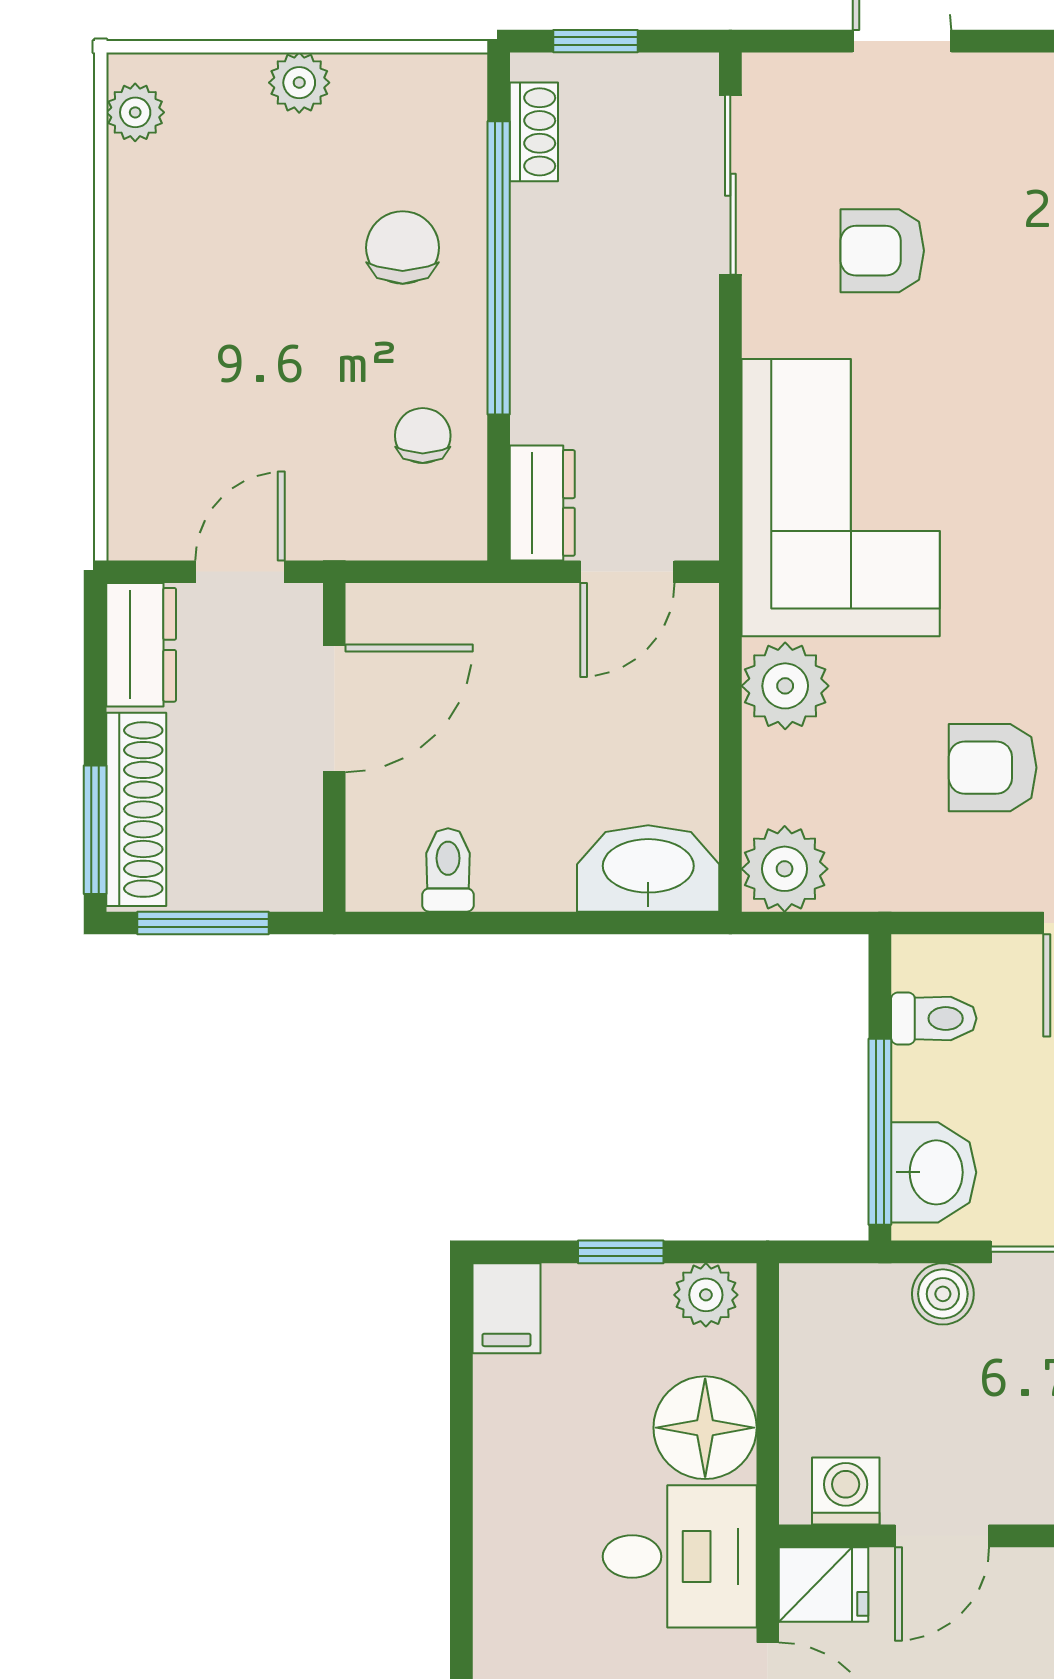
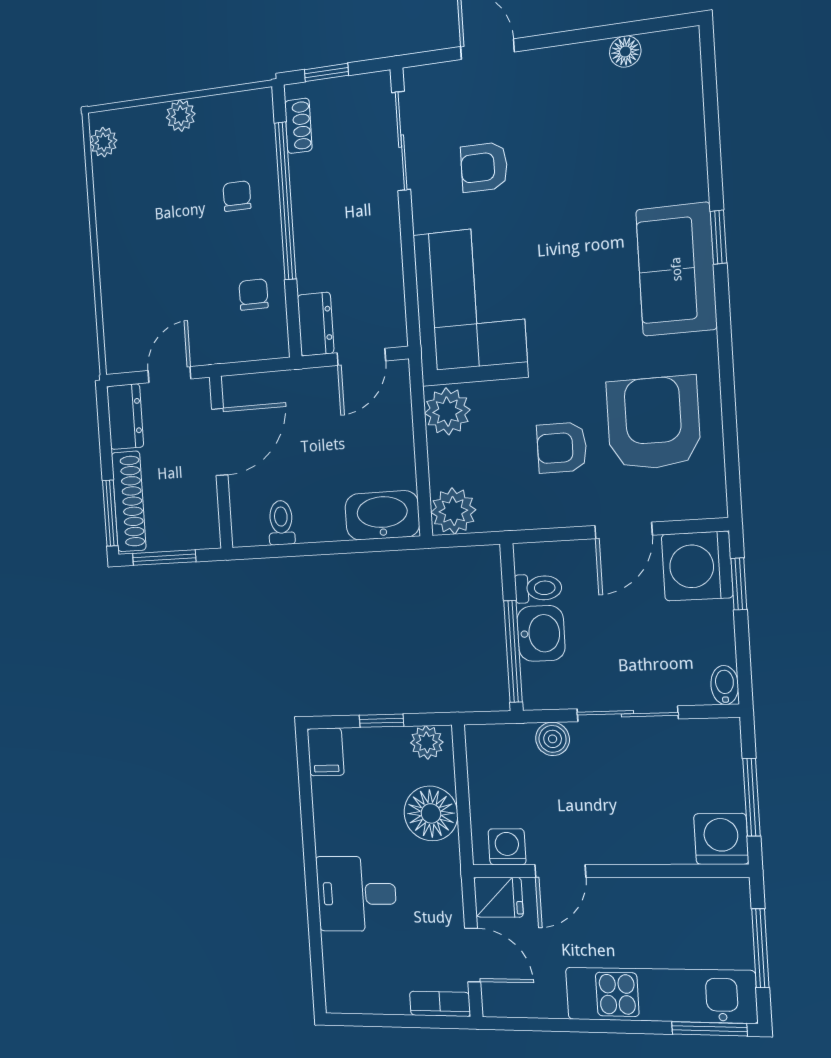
chair: (403, 248) -> (237, 196), width x0.73, depth x0.73
washbasin: (934, 1172) -> (541, 633), moved
desk: (680, 1556) -> (356, 894), moved, turned 180

